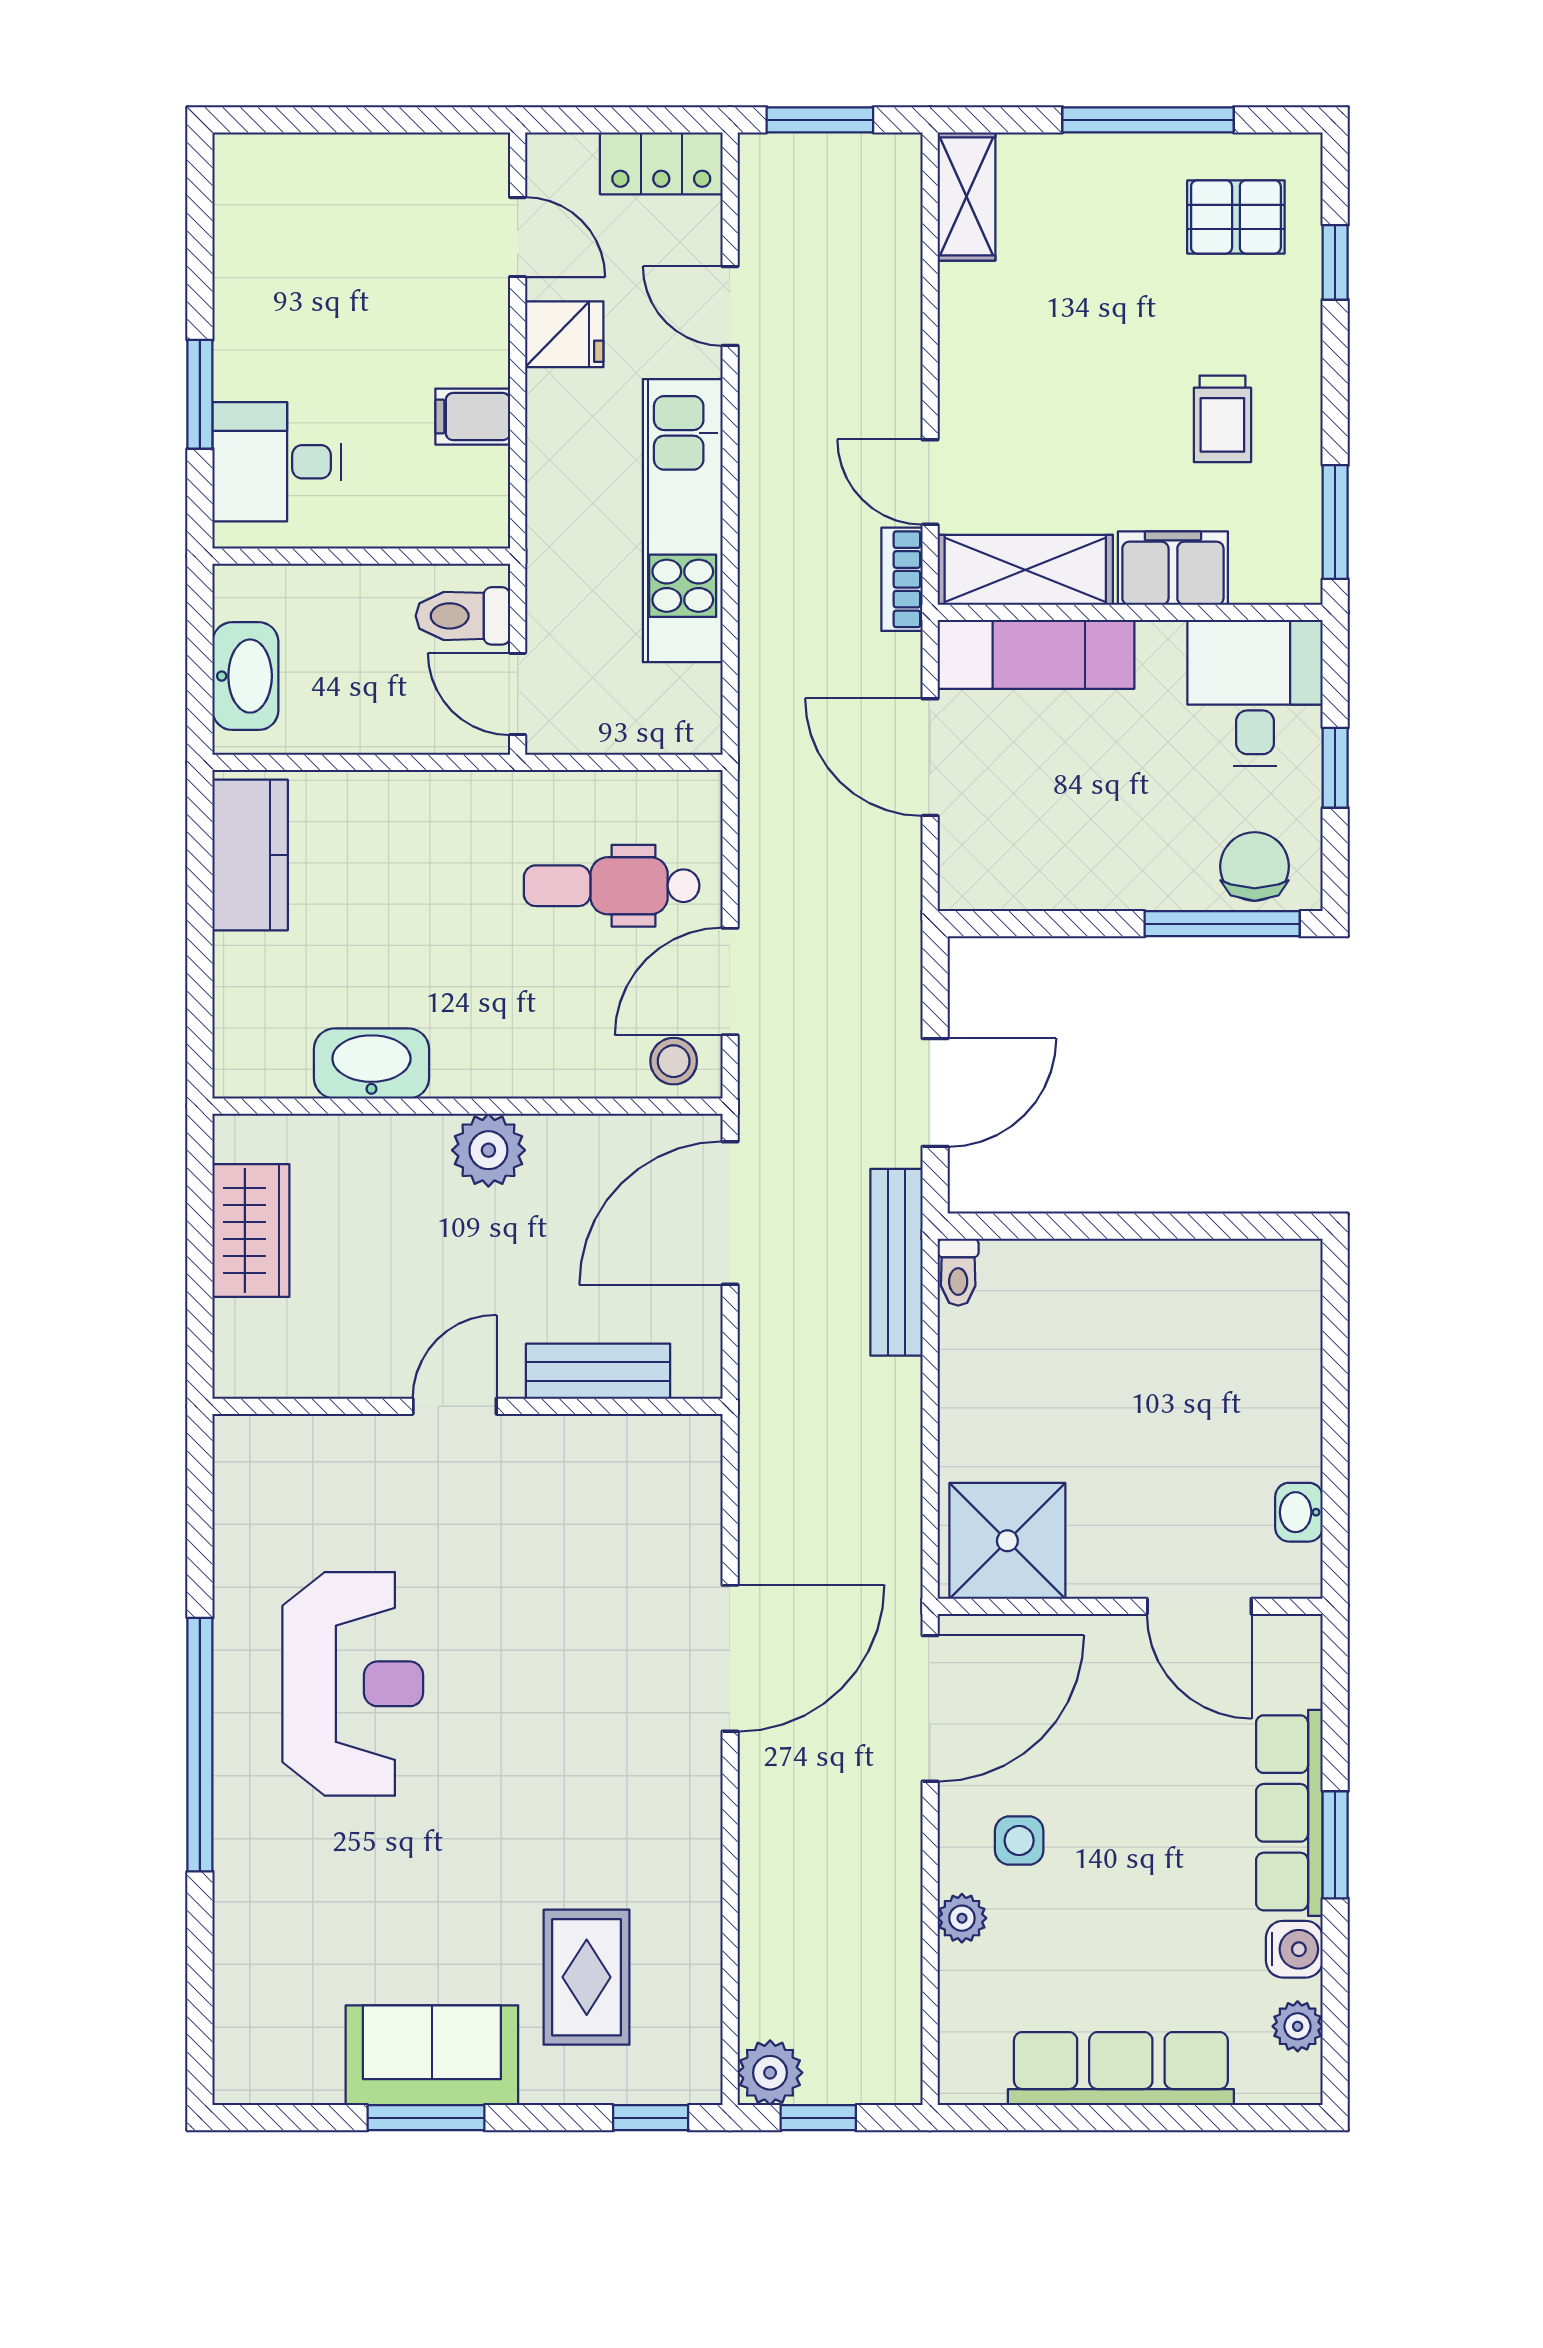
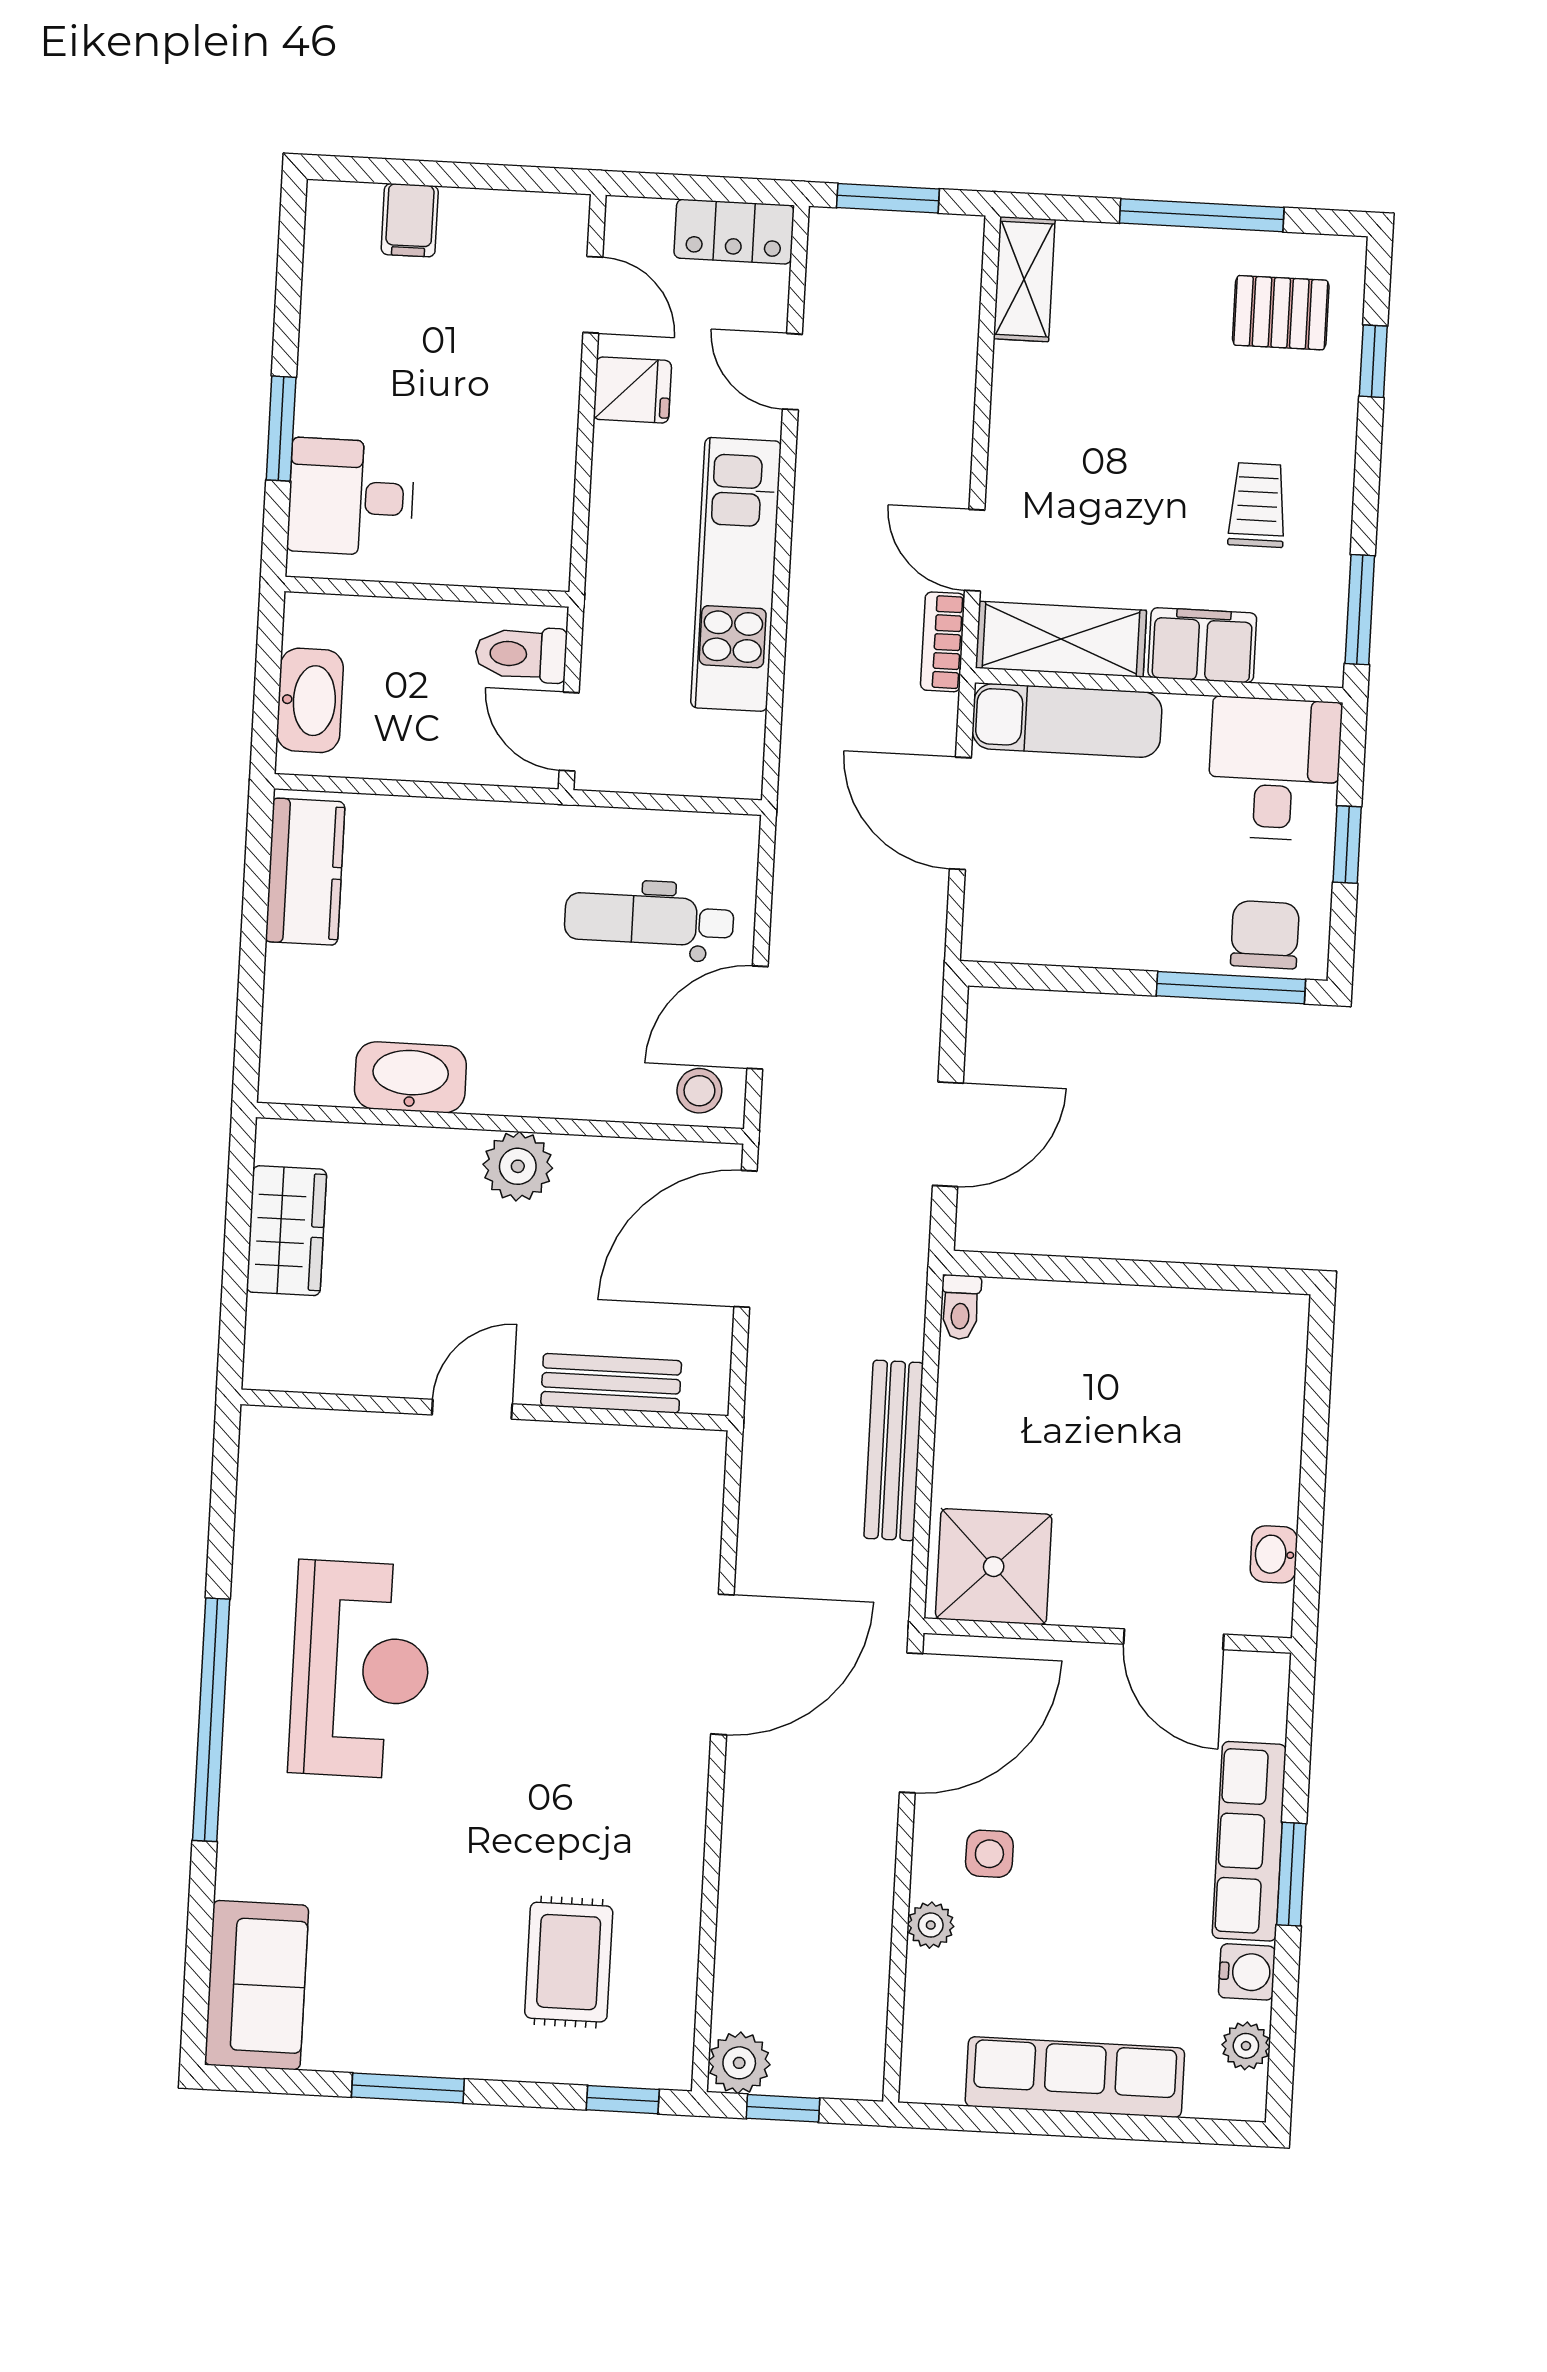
filing cabinet: (473, 417) -> (410, 220), moved, turned -90
trolley: (1222, 419) -> (1257, 505), turned 180
bench: (896, 1262) -> (894, 1450), moved
sofa: (432, 2055) -> (257, 1985), moved, turned 90

